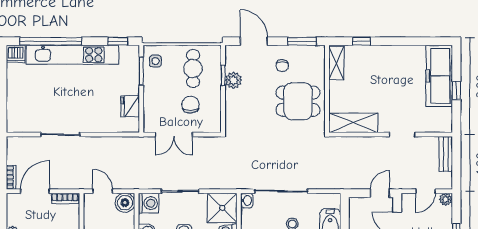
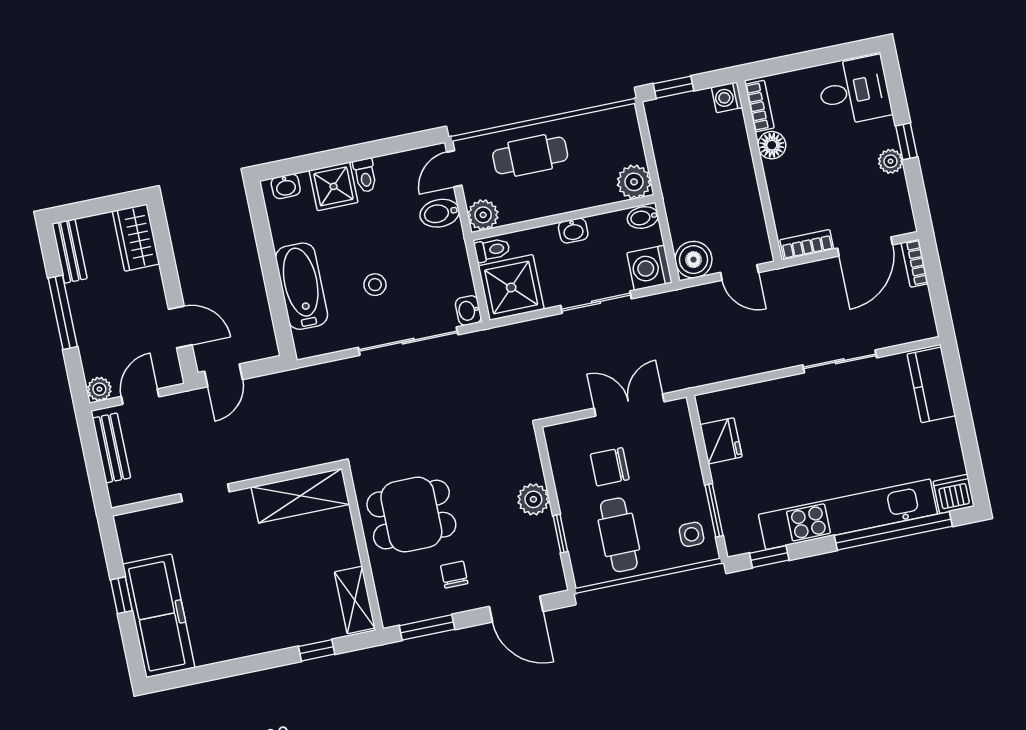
plant: (233, 80) -> (533, 499), moved
chair: (190, 105) -> (610, 467), turned 90
kitchen counter: (16, 113) -> (931, 385), added
bench: (446, 154) -> (111, 448), moved

